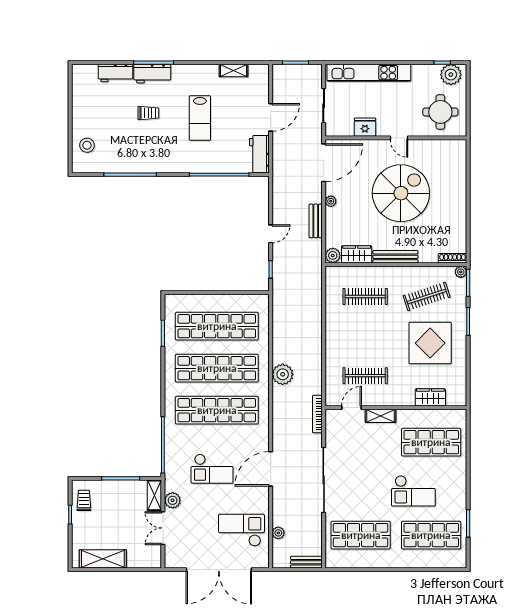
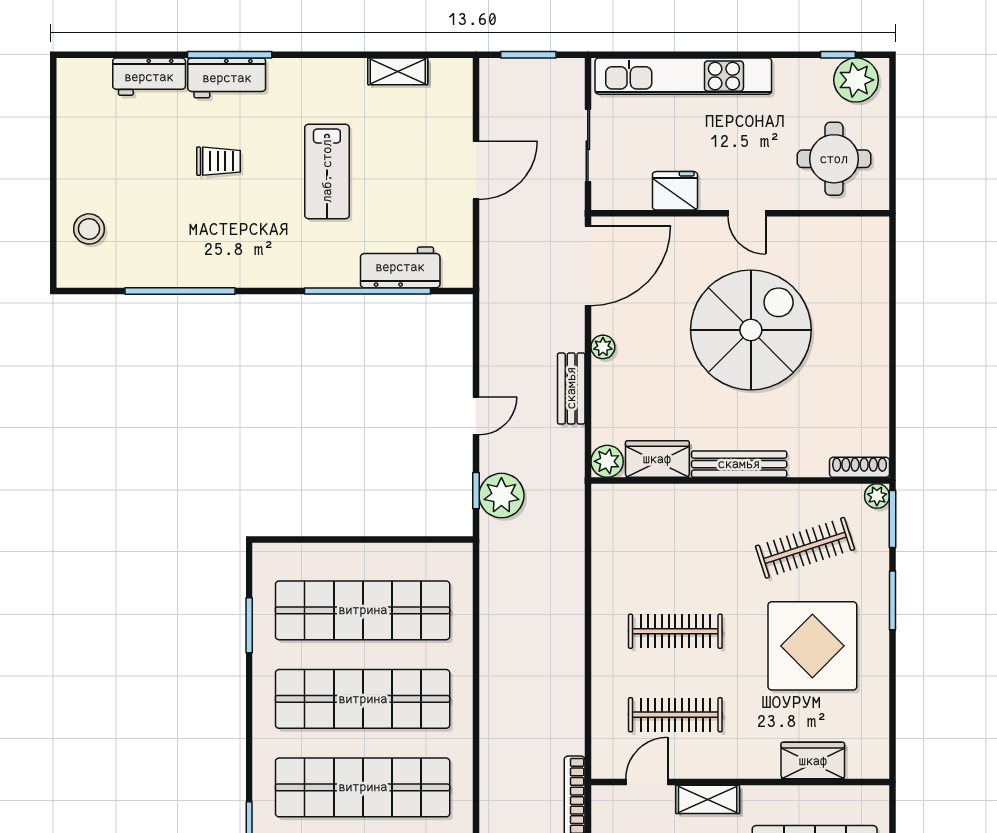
workbench: (259, 154) -> (400, 267), moved, turned 90
clothes rail: (365, 296) -> (675, 631), moved
plant: (283, 374) -> (501, 496), moved

